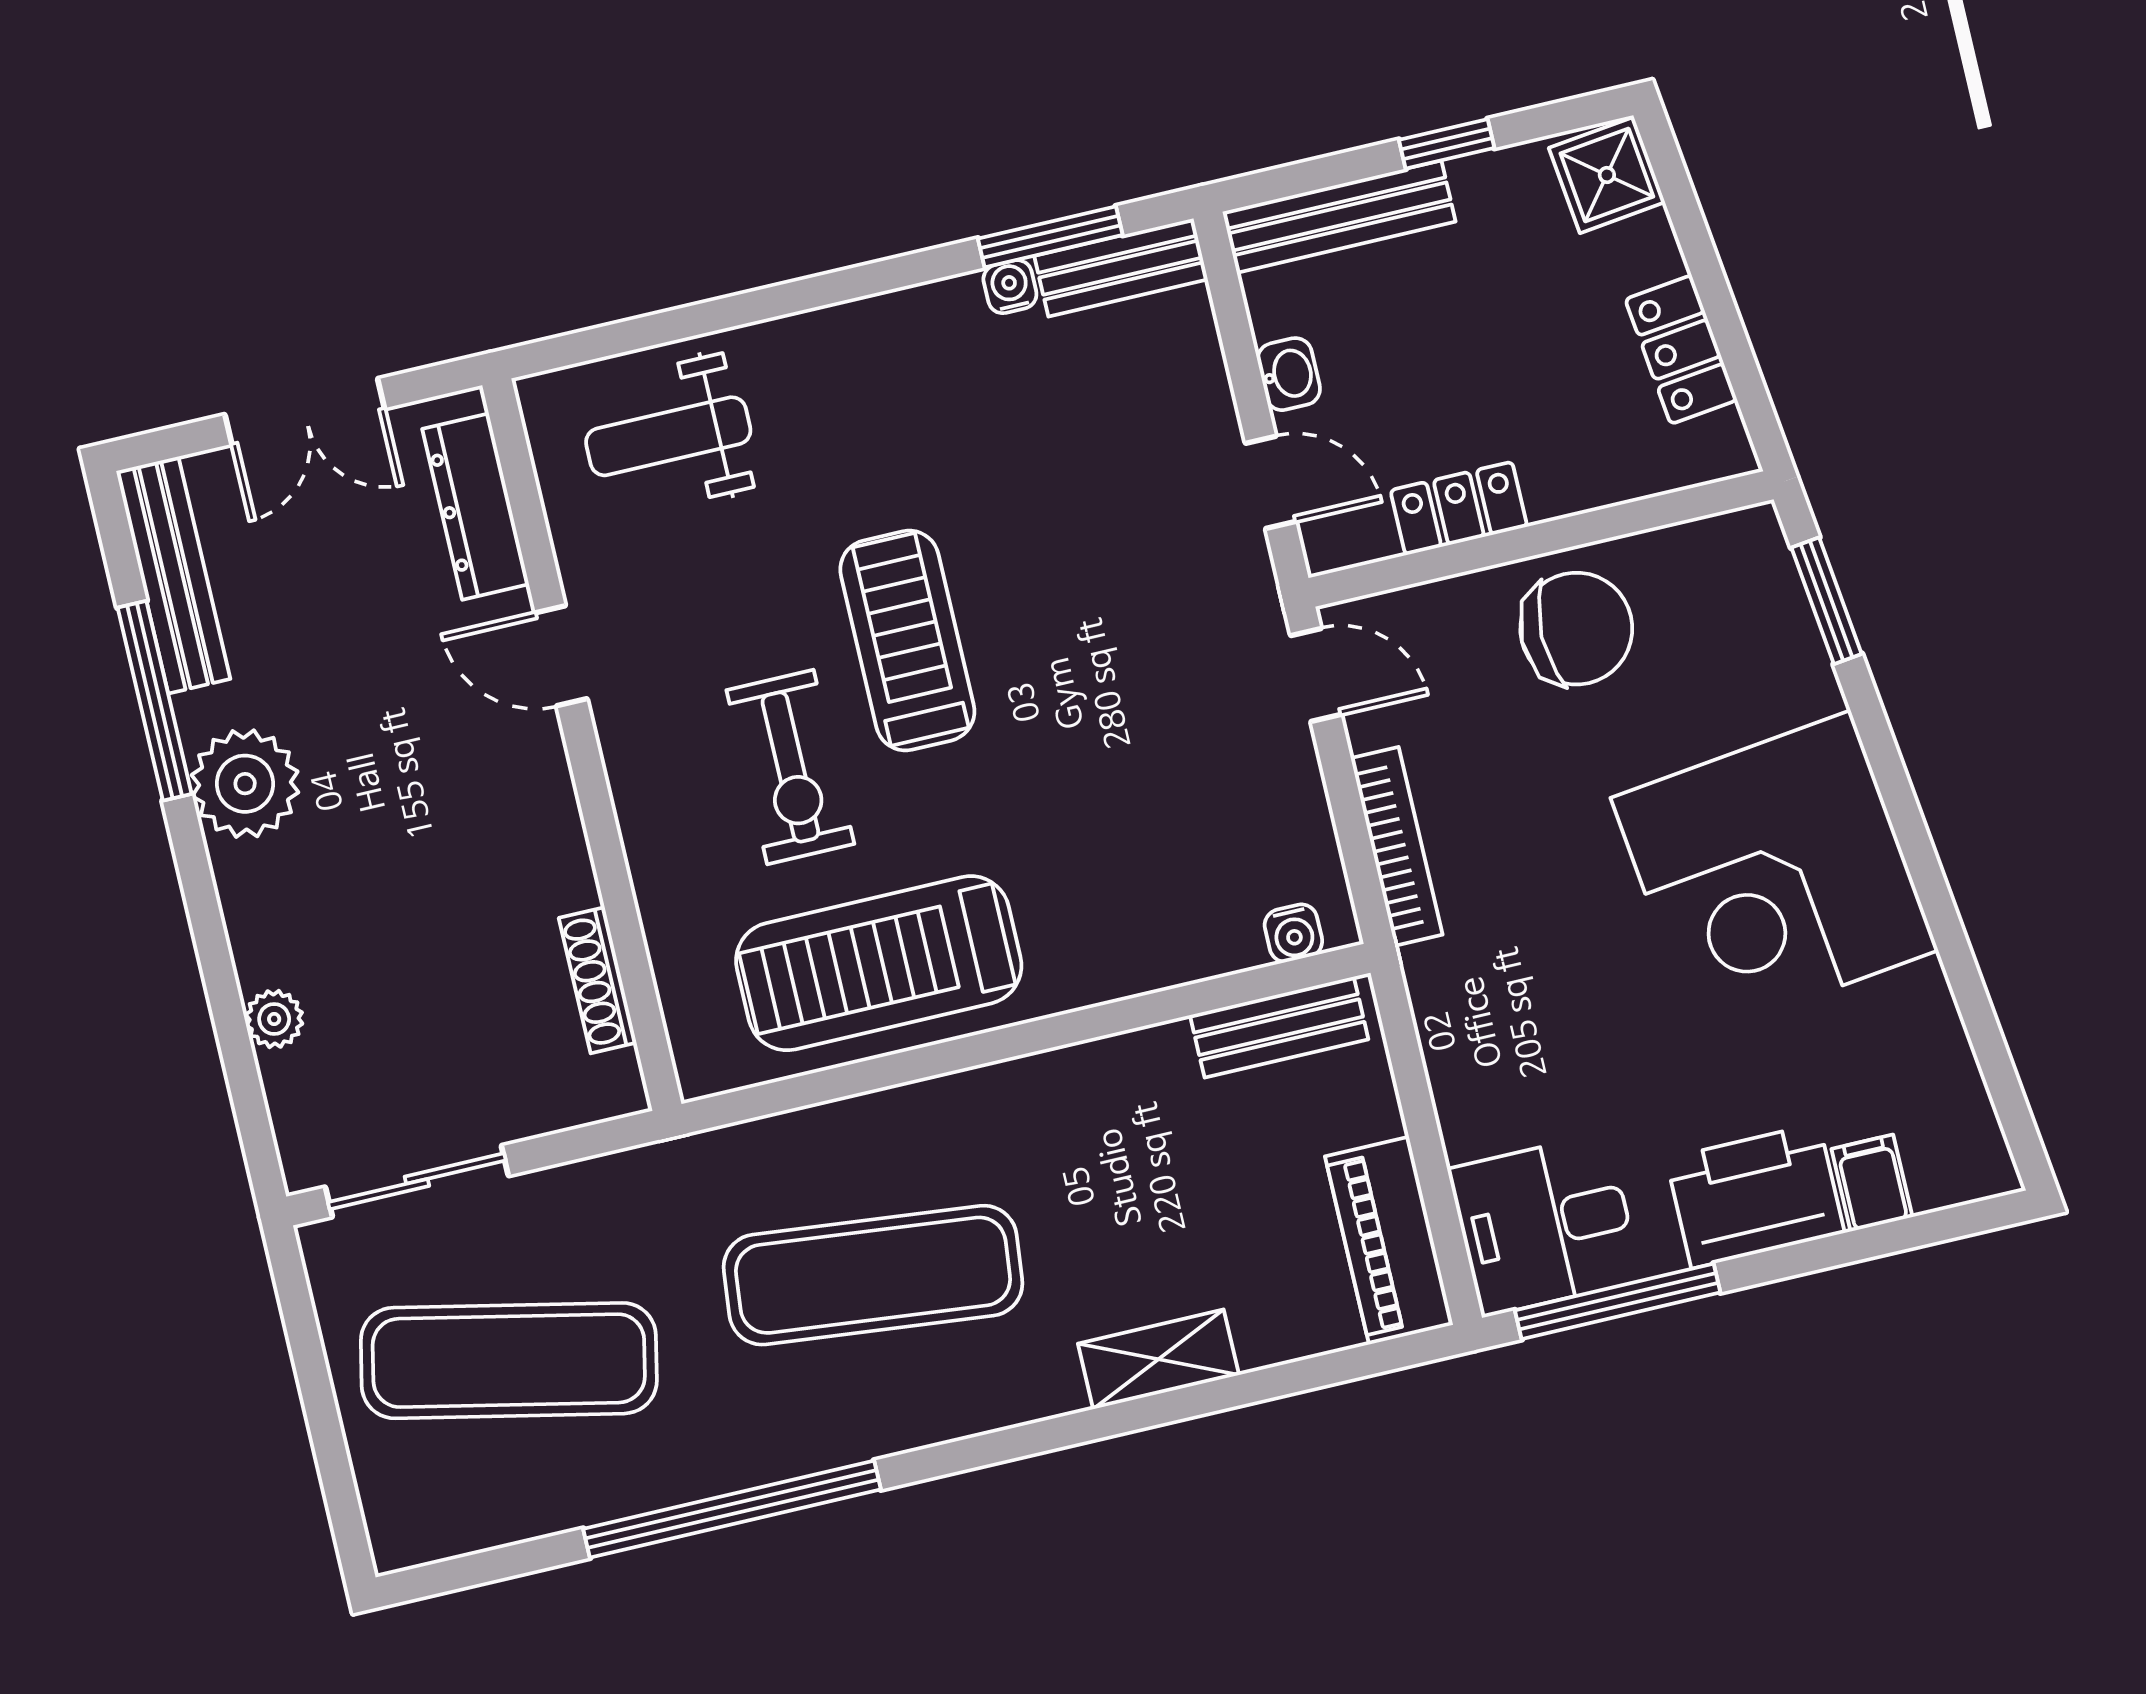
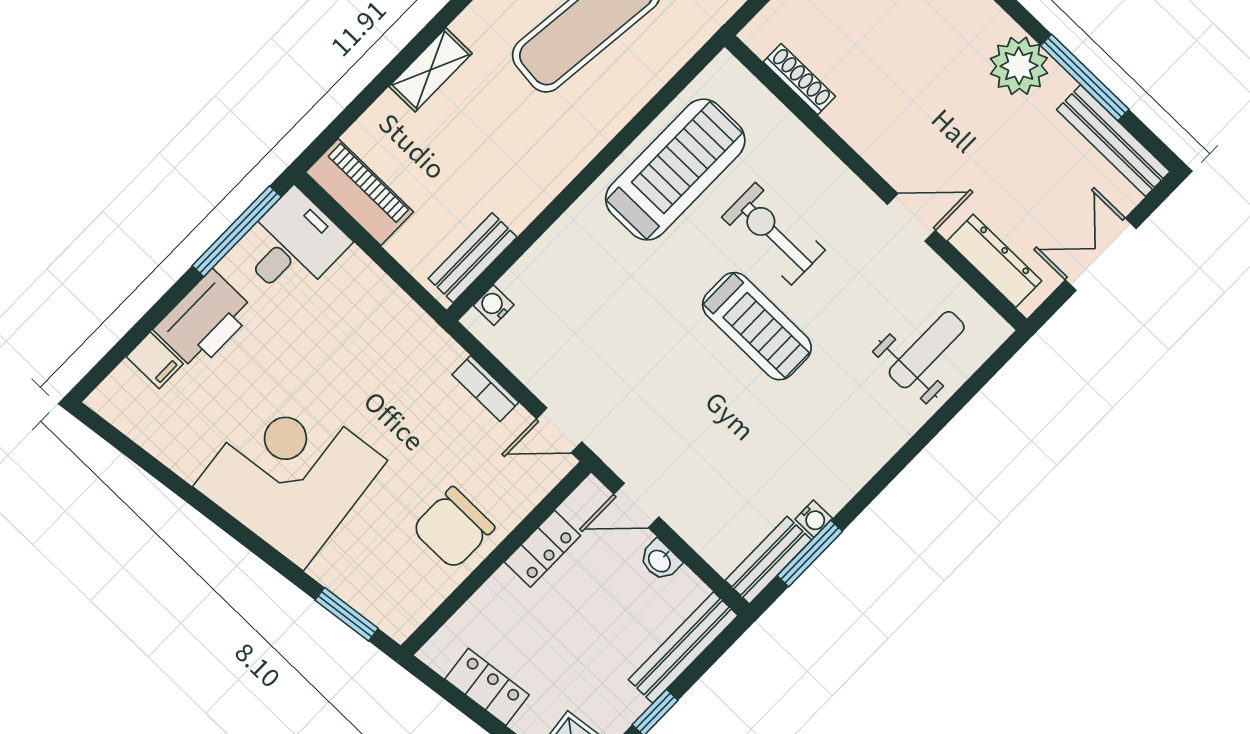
bookcase: (1397, 846) -> (485, 388), width x0.64

